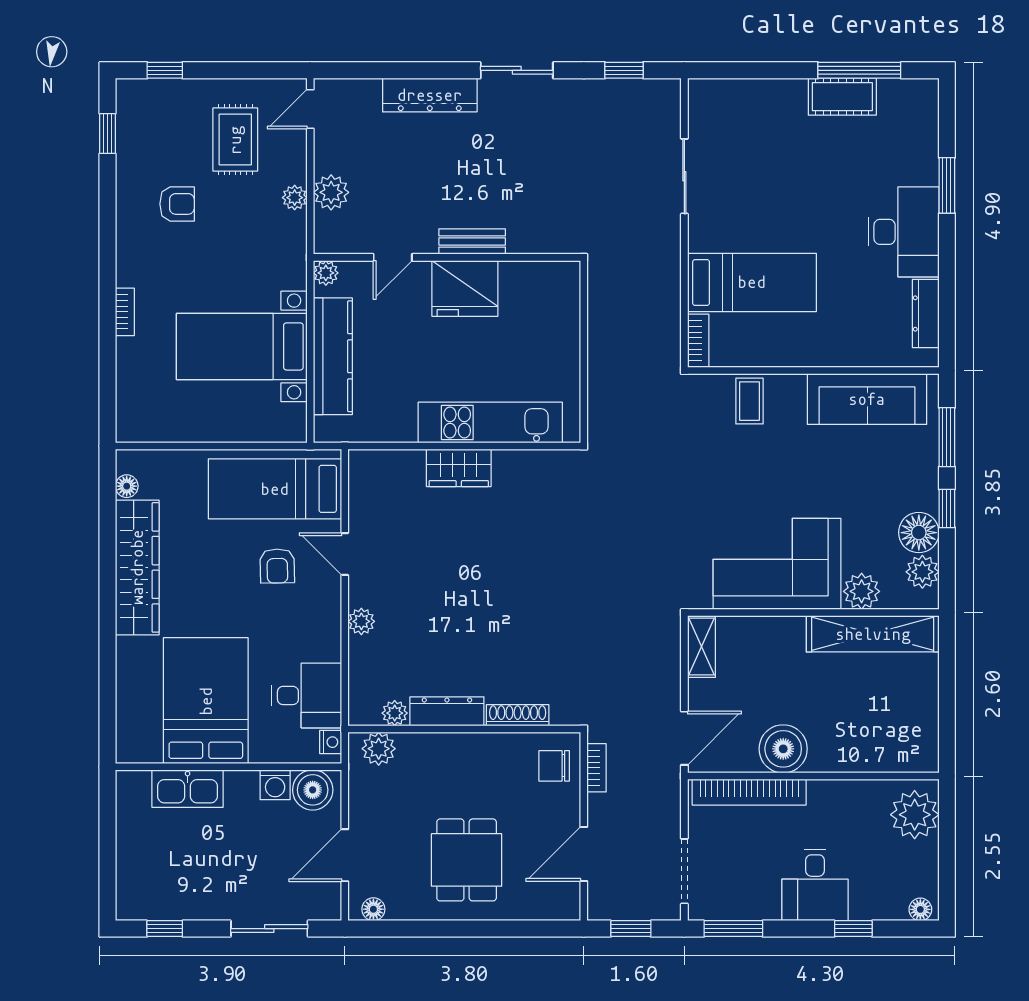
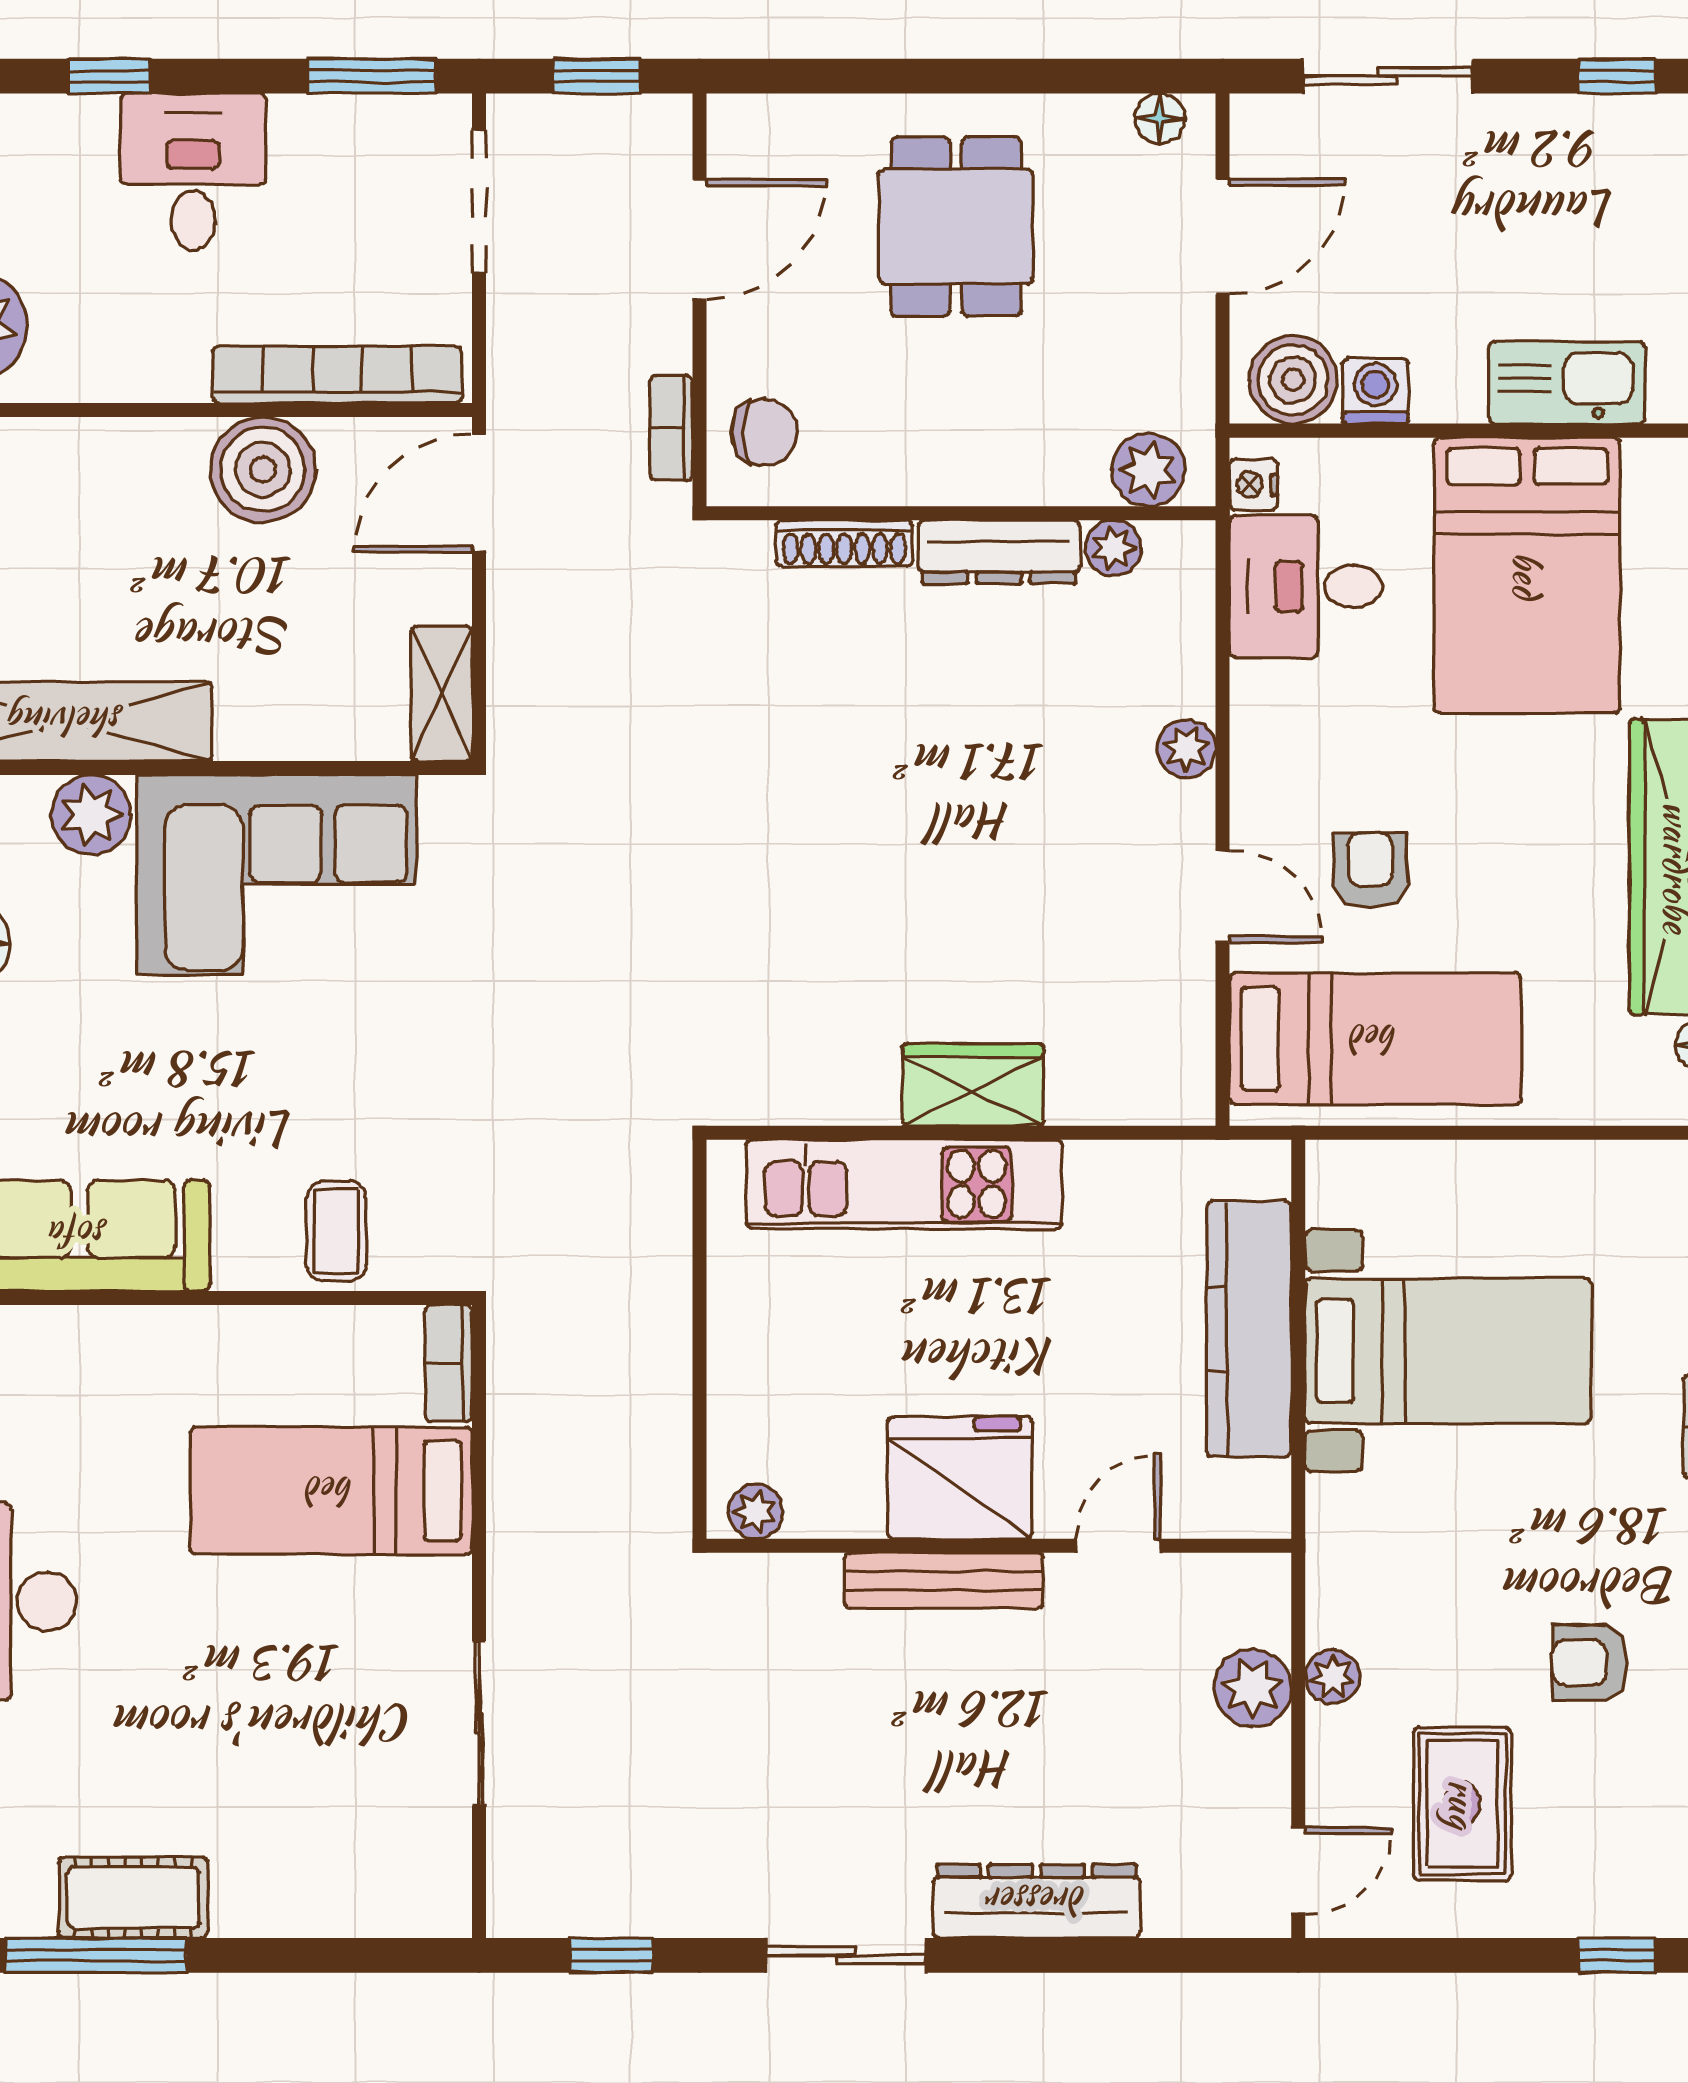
bench: (472, 242) -> (944, 1580), width x1.36
plant: (326, 273) -> (755, 1512), moved

